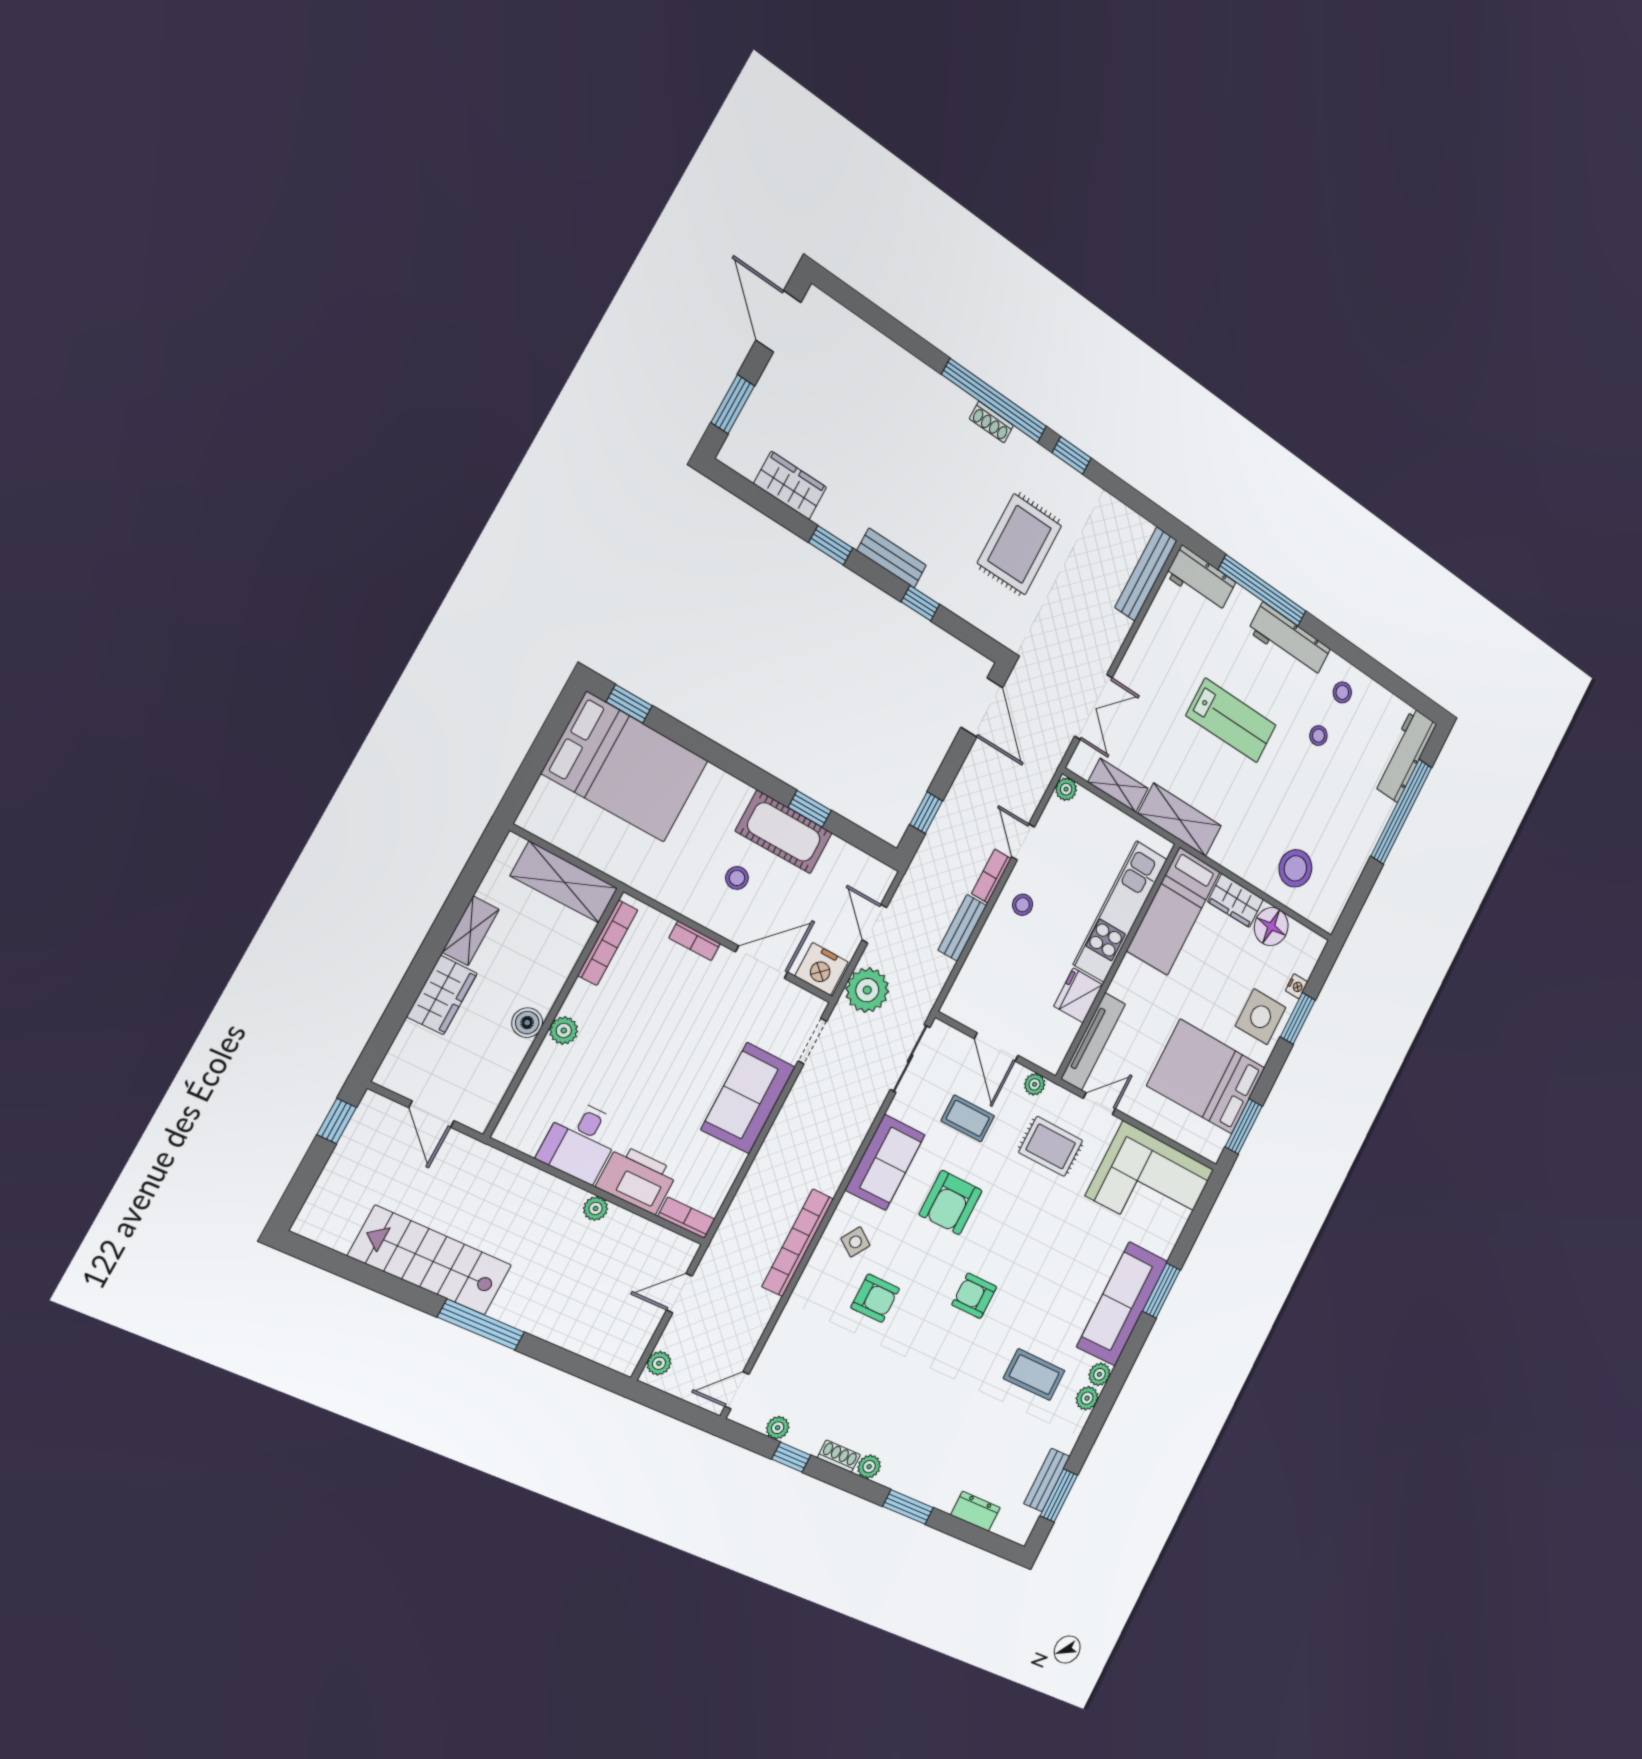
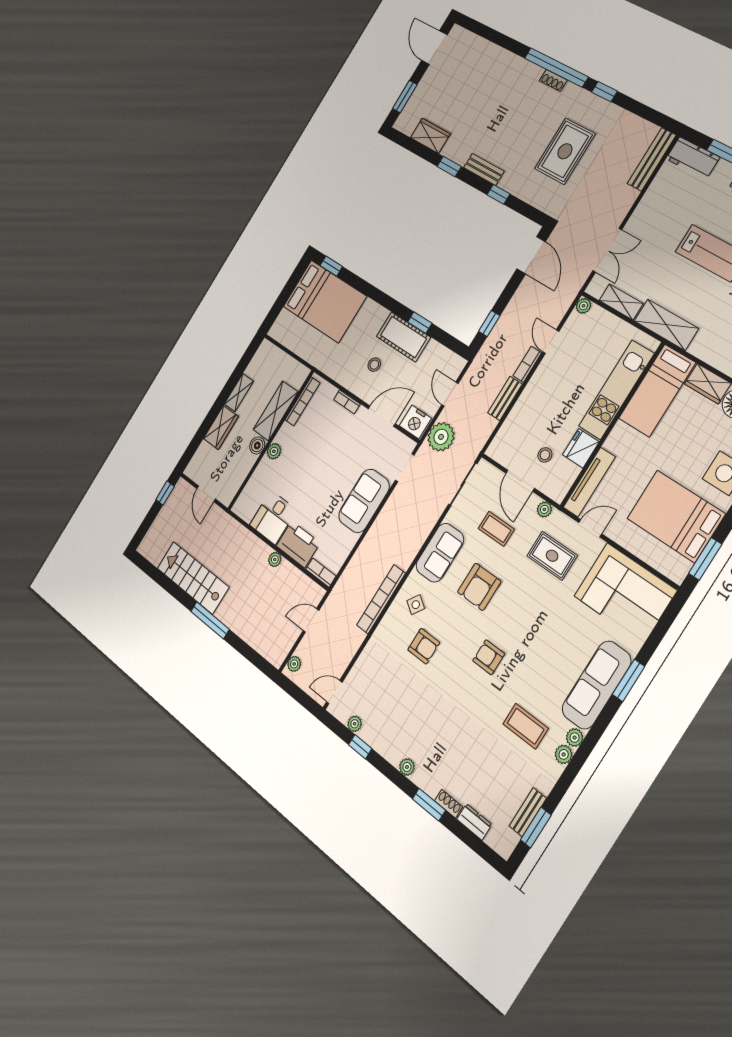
shelving: (564, 882) -> (276, 411), moved, turned 90
stool: (1023, 905) -> (545, 455), moved
shoe rack: (839, 1456) -> (449, 804), moved

